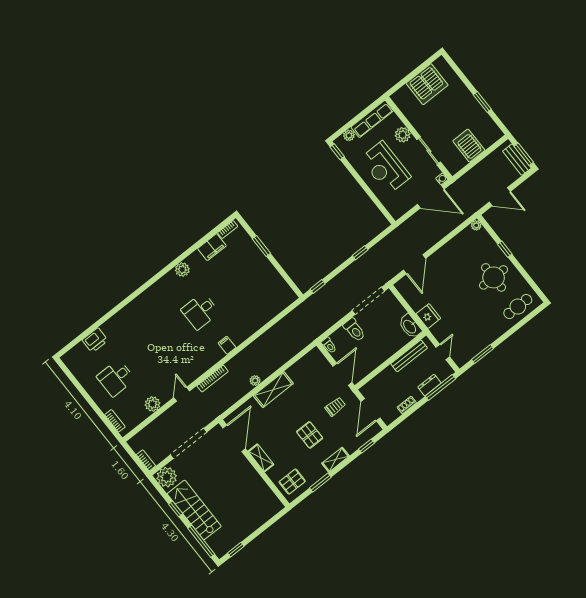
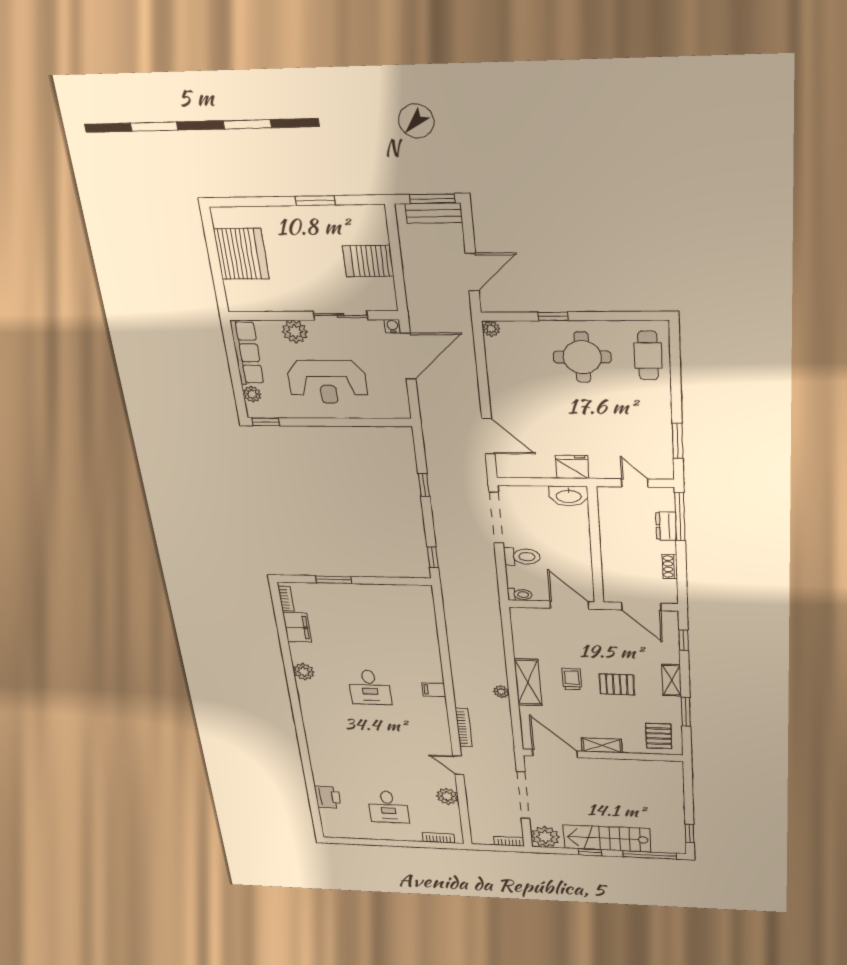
bench: (409, 356) -> (607, 522), removed
trolley: (335, 407) -> (572, 679), moved

